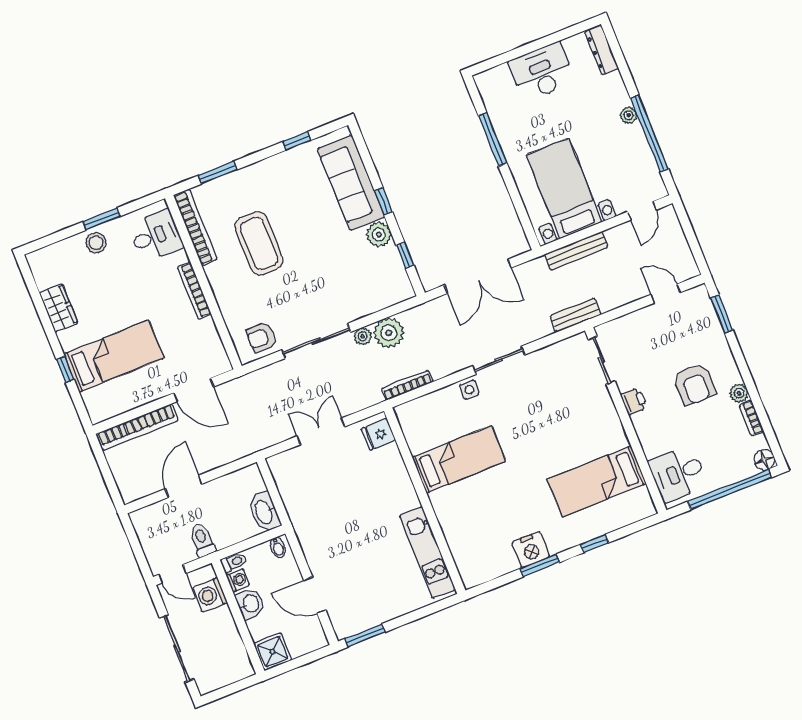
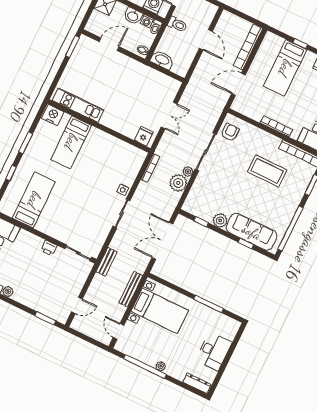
window: (297, 141) -> (290, 228), width x3.17
window: (383, 201) -> (246, 244), moved
armchair: (695, 384) -> (30, 278), removed
bed: (459, 459) -> (71, 142), moved
nightstand: (531, 550) -> (53, 115), moved, turned 90

